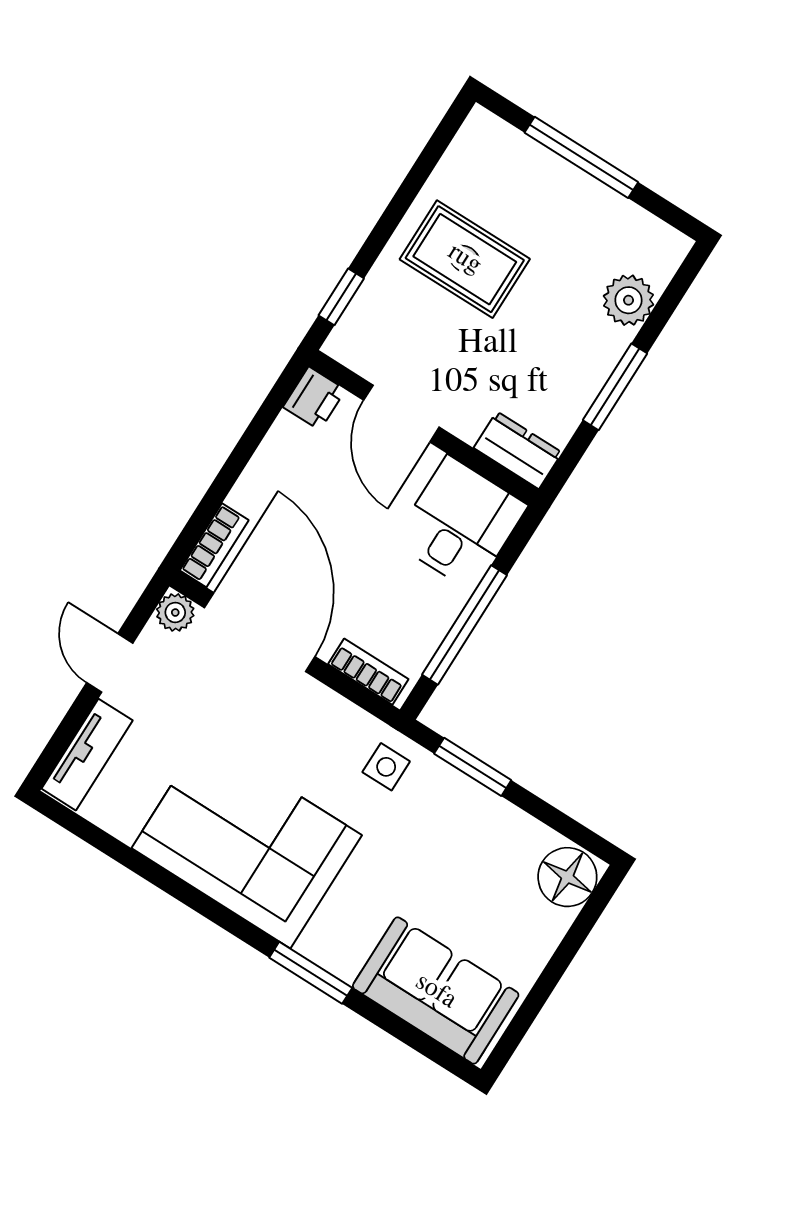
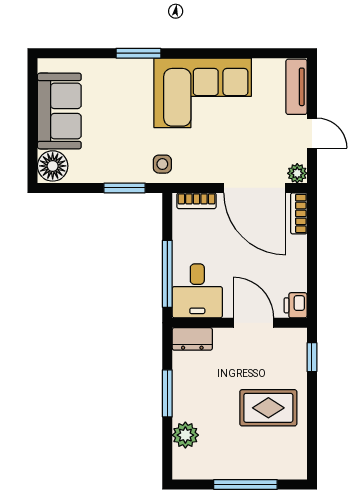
window: (464, 625) -> (167, 274), moved
sofa: (436, 991) -> (59, 111), moved, turned -90

